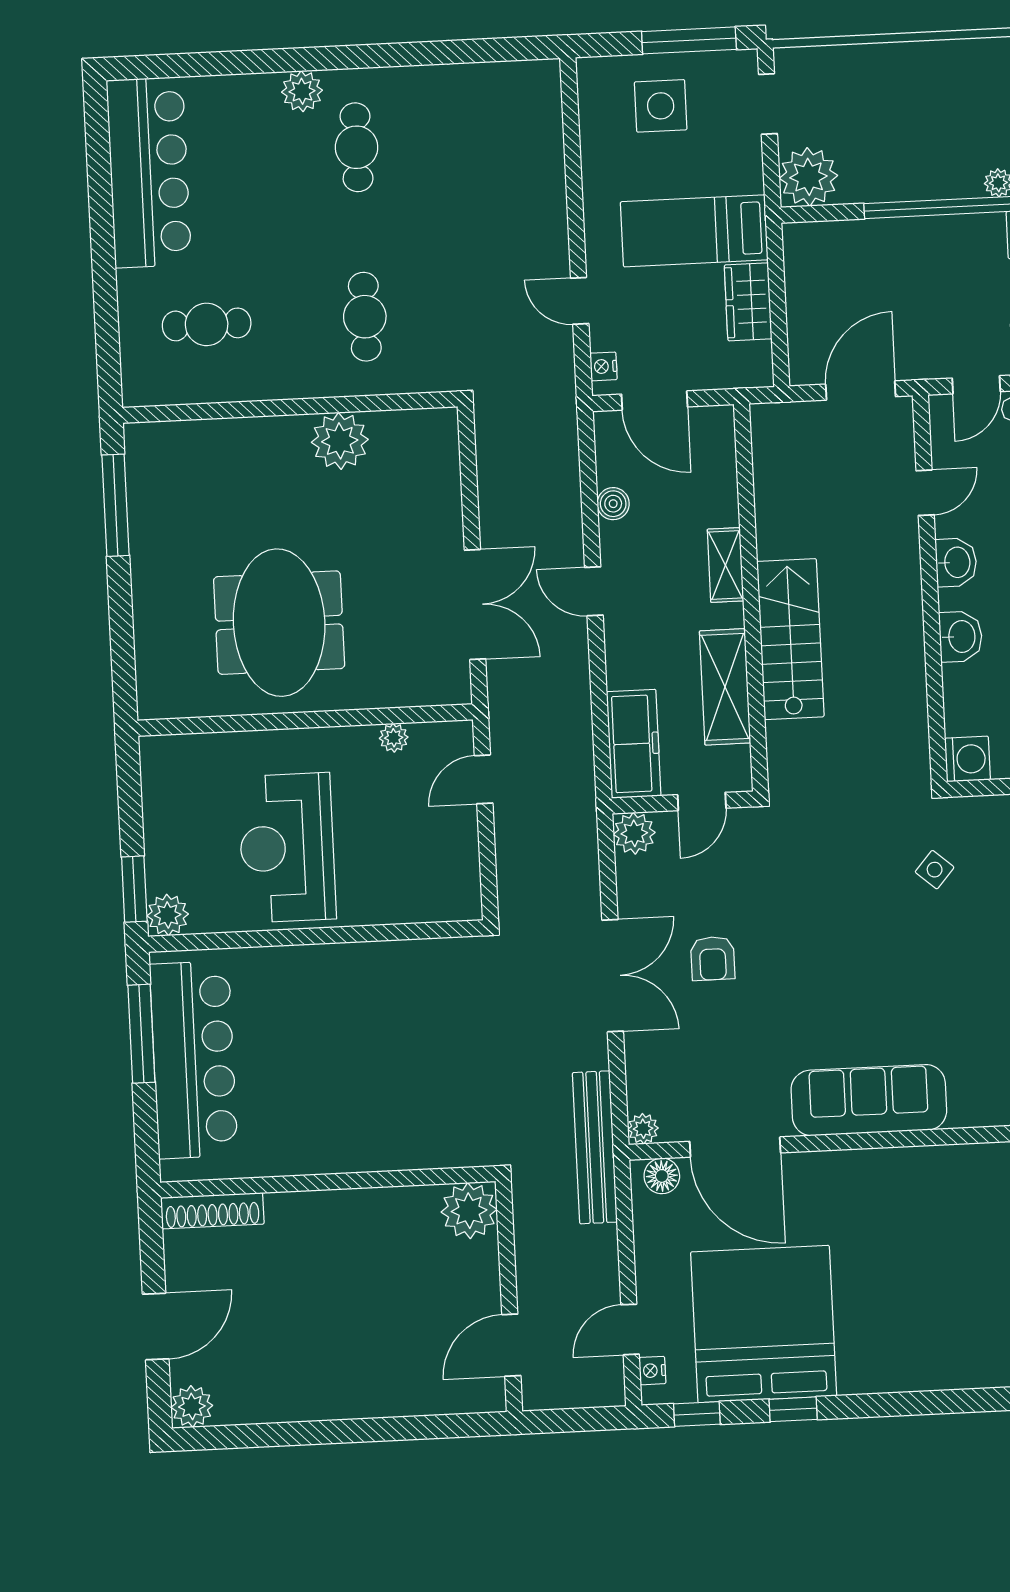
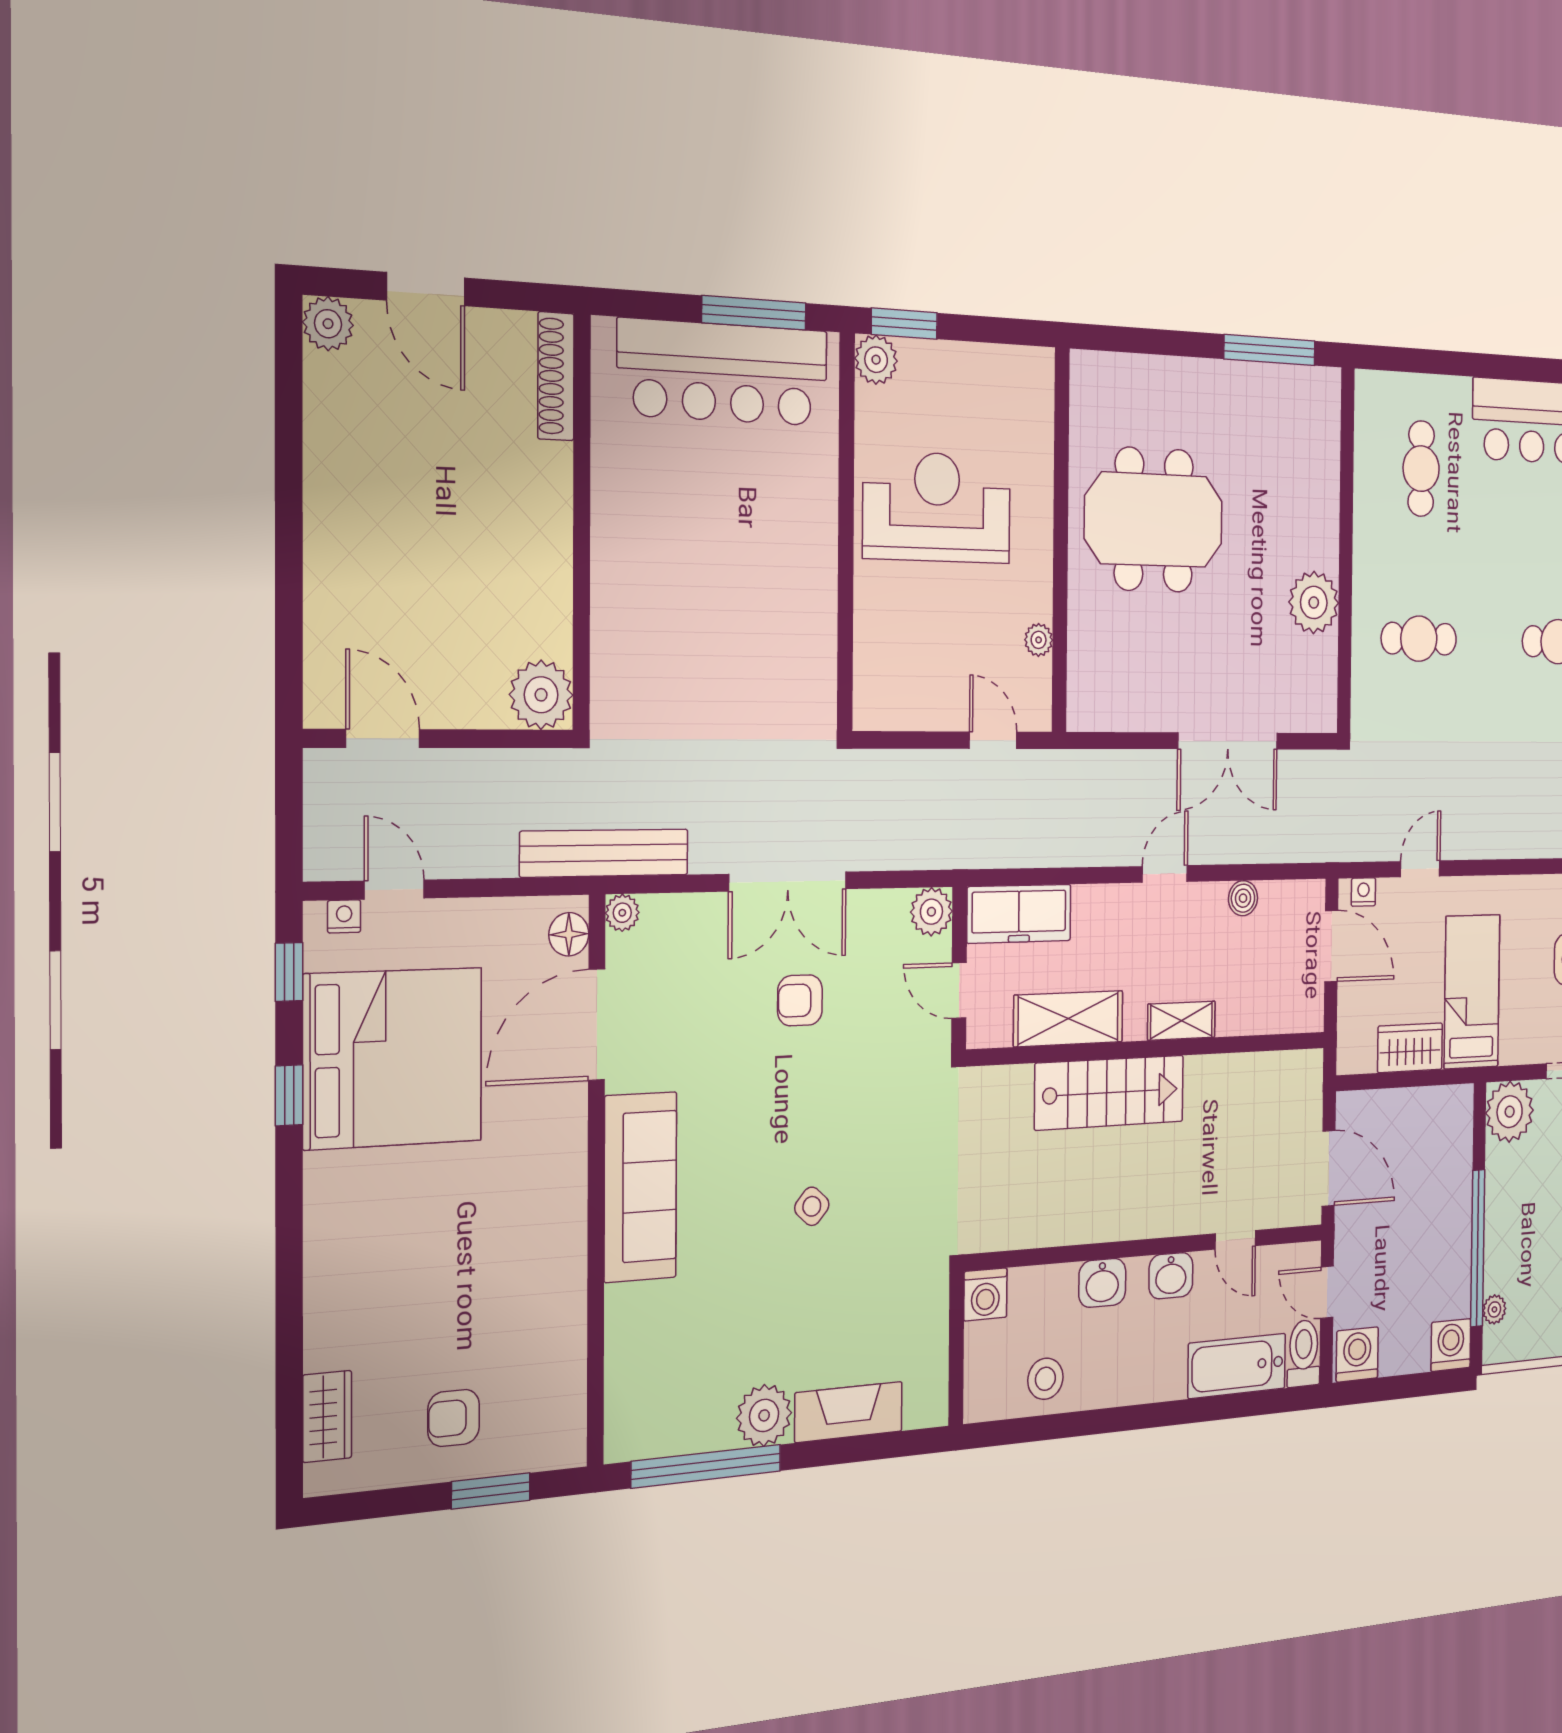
door: (654, 401) -> (1331, 946), swing flipped
double door: (475, 605) -> (1228, 741), moved
side table: (935, 870) -> (812, 1206), moved

